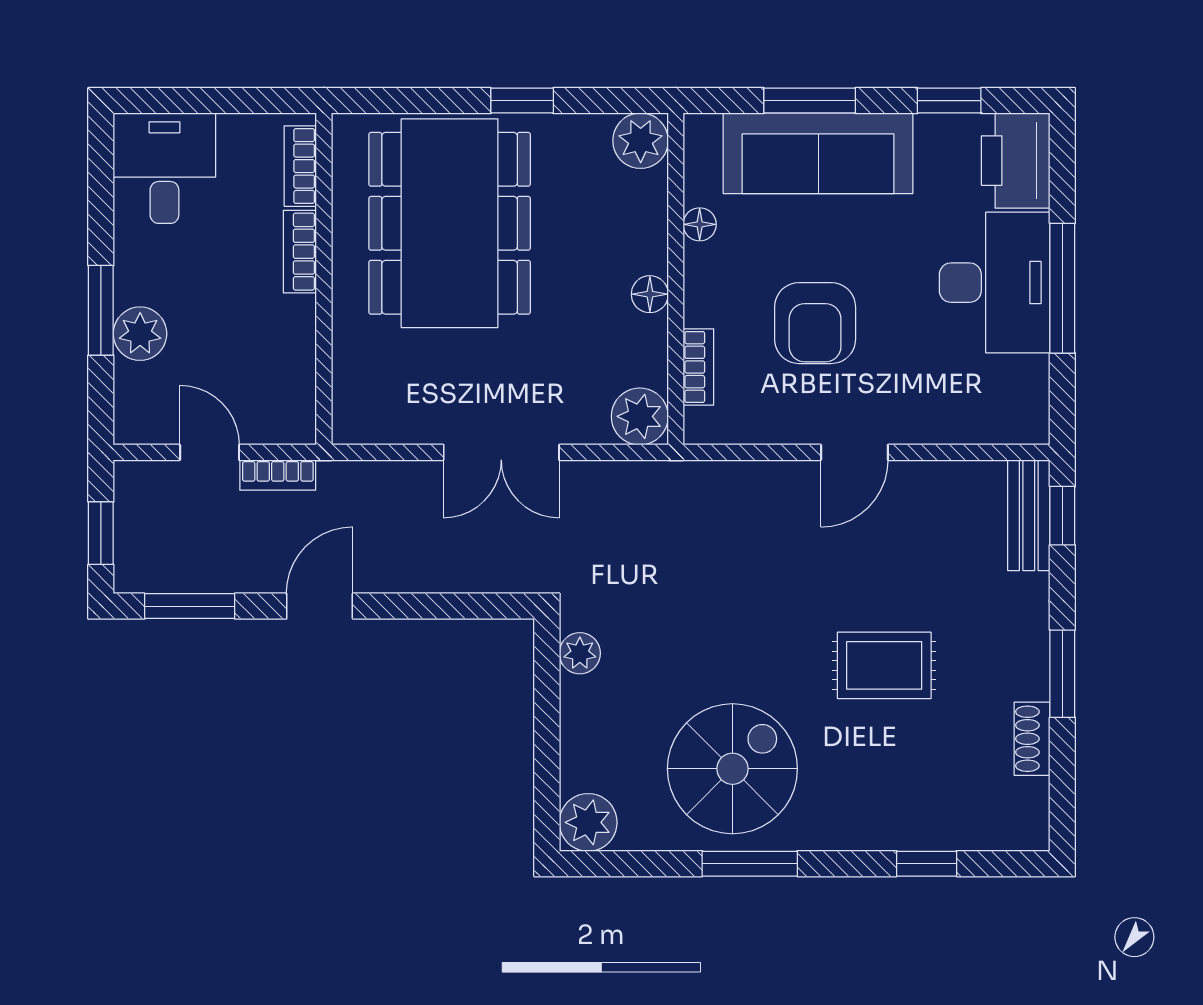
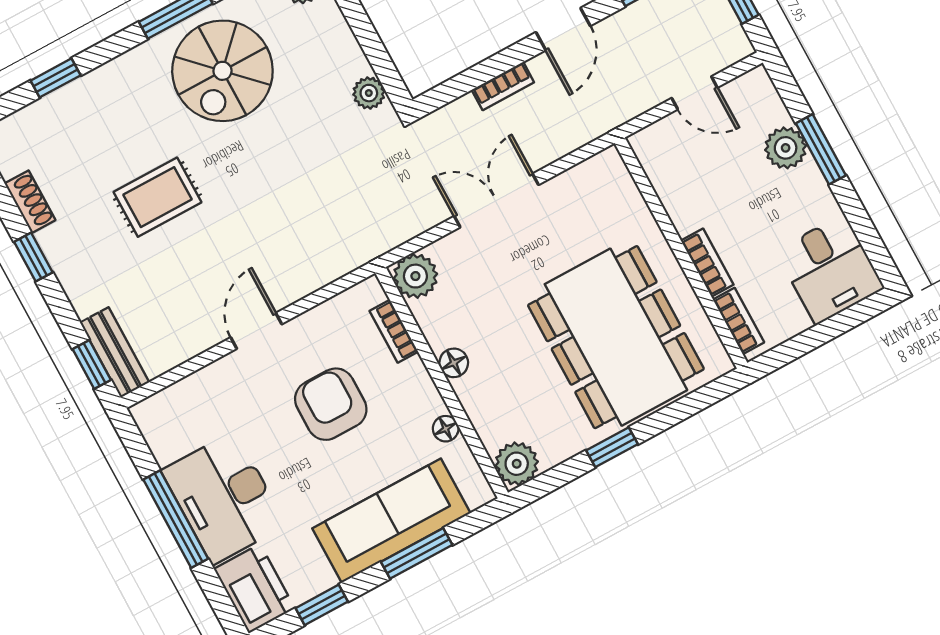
bookcase: (278, 475) -> (503, 86), moved, turned 180
window: (1062, 674) -> (33, 257), width x0.67

